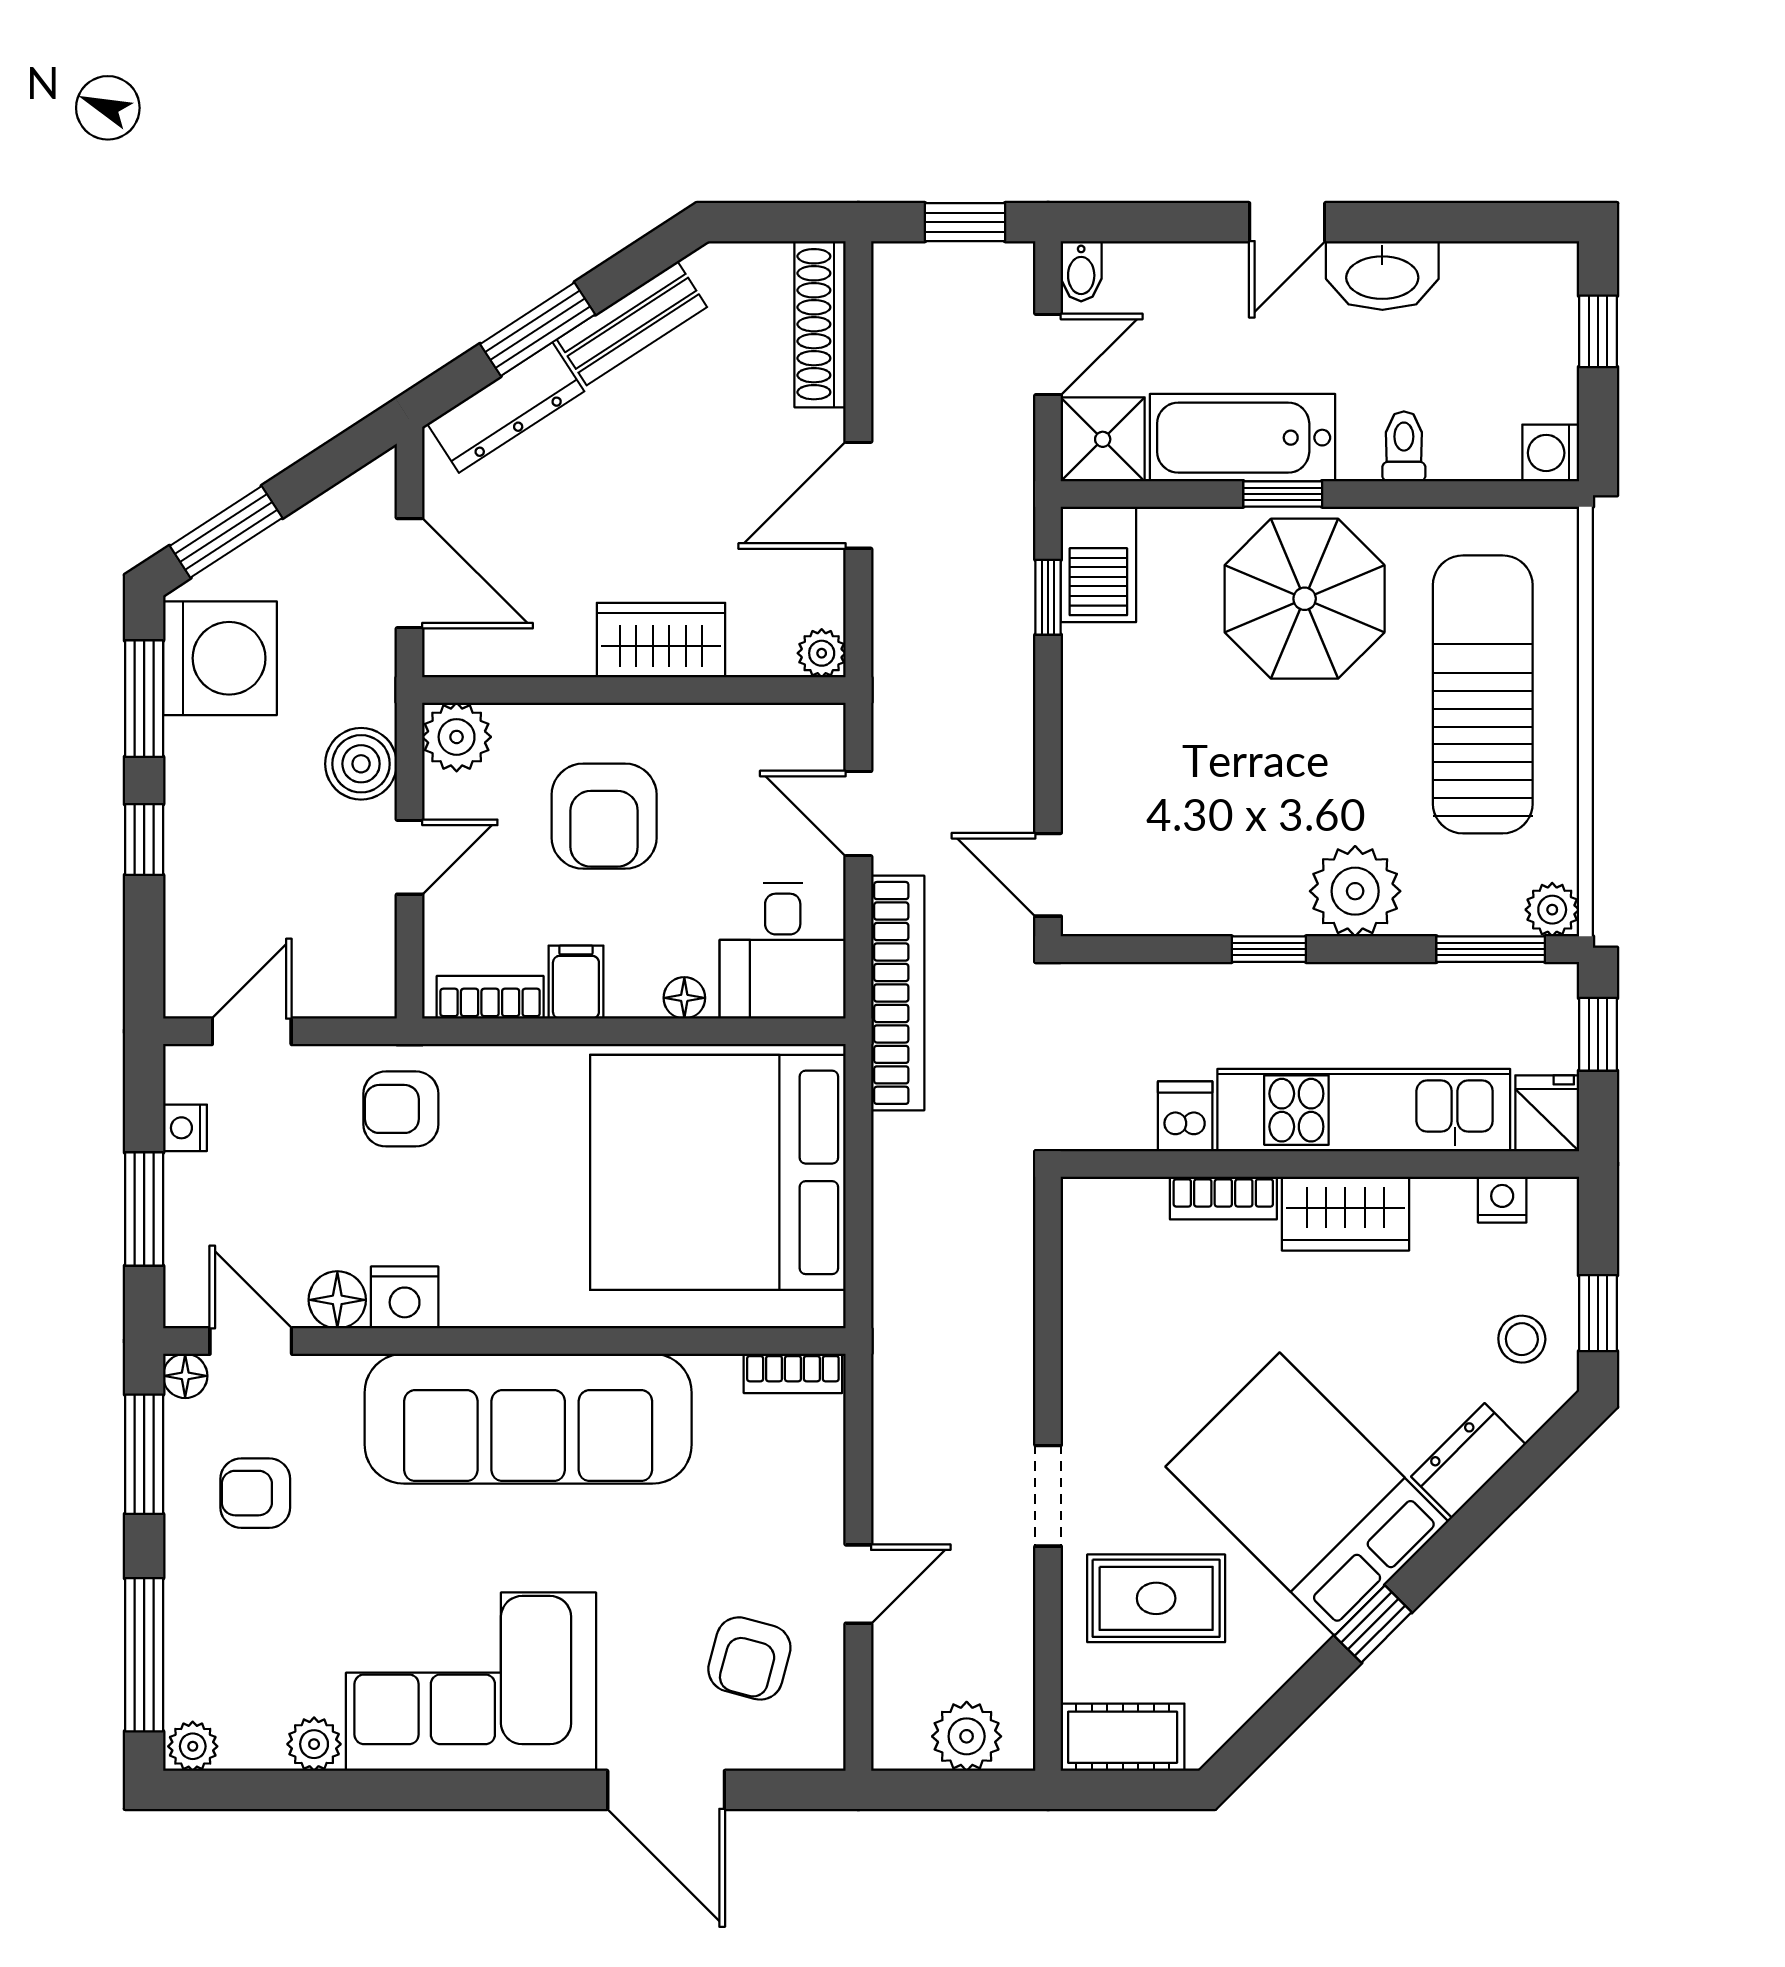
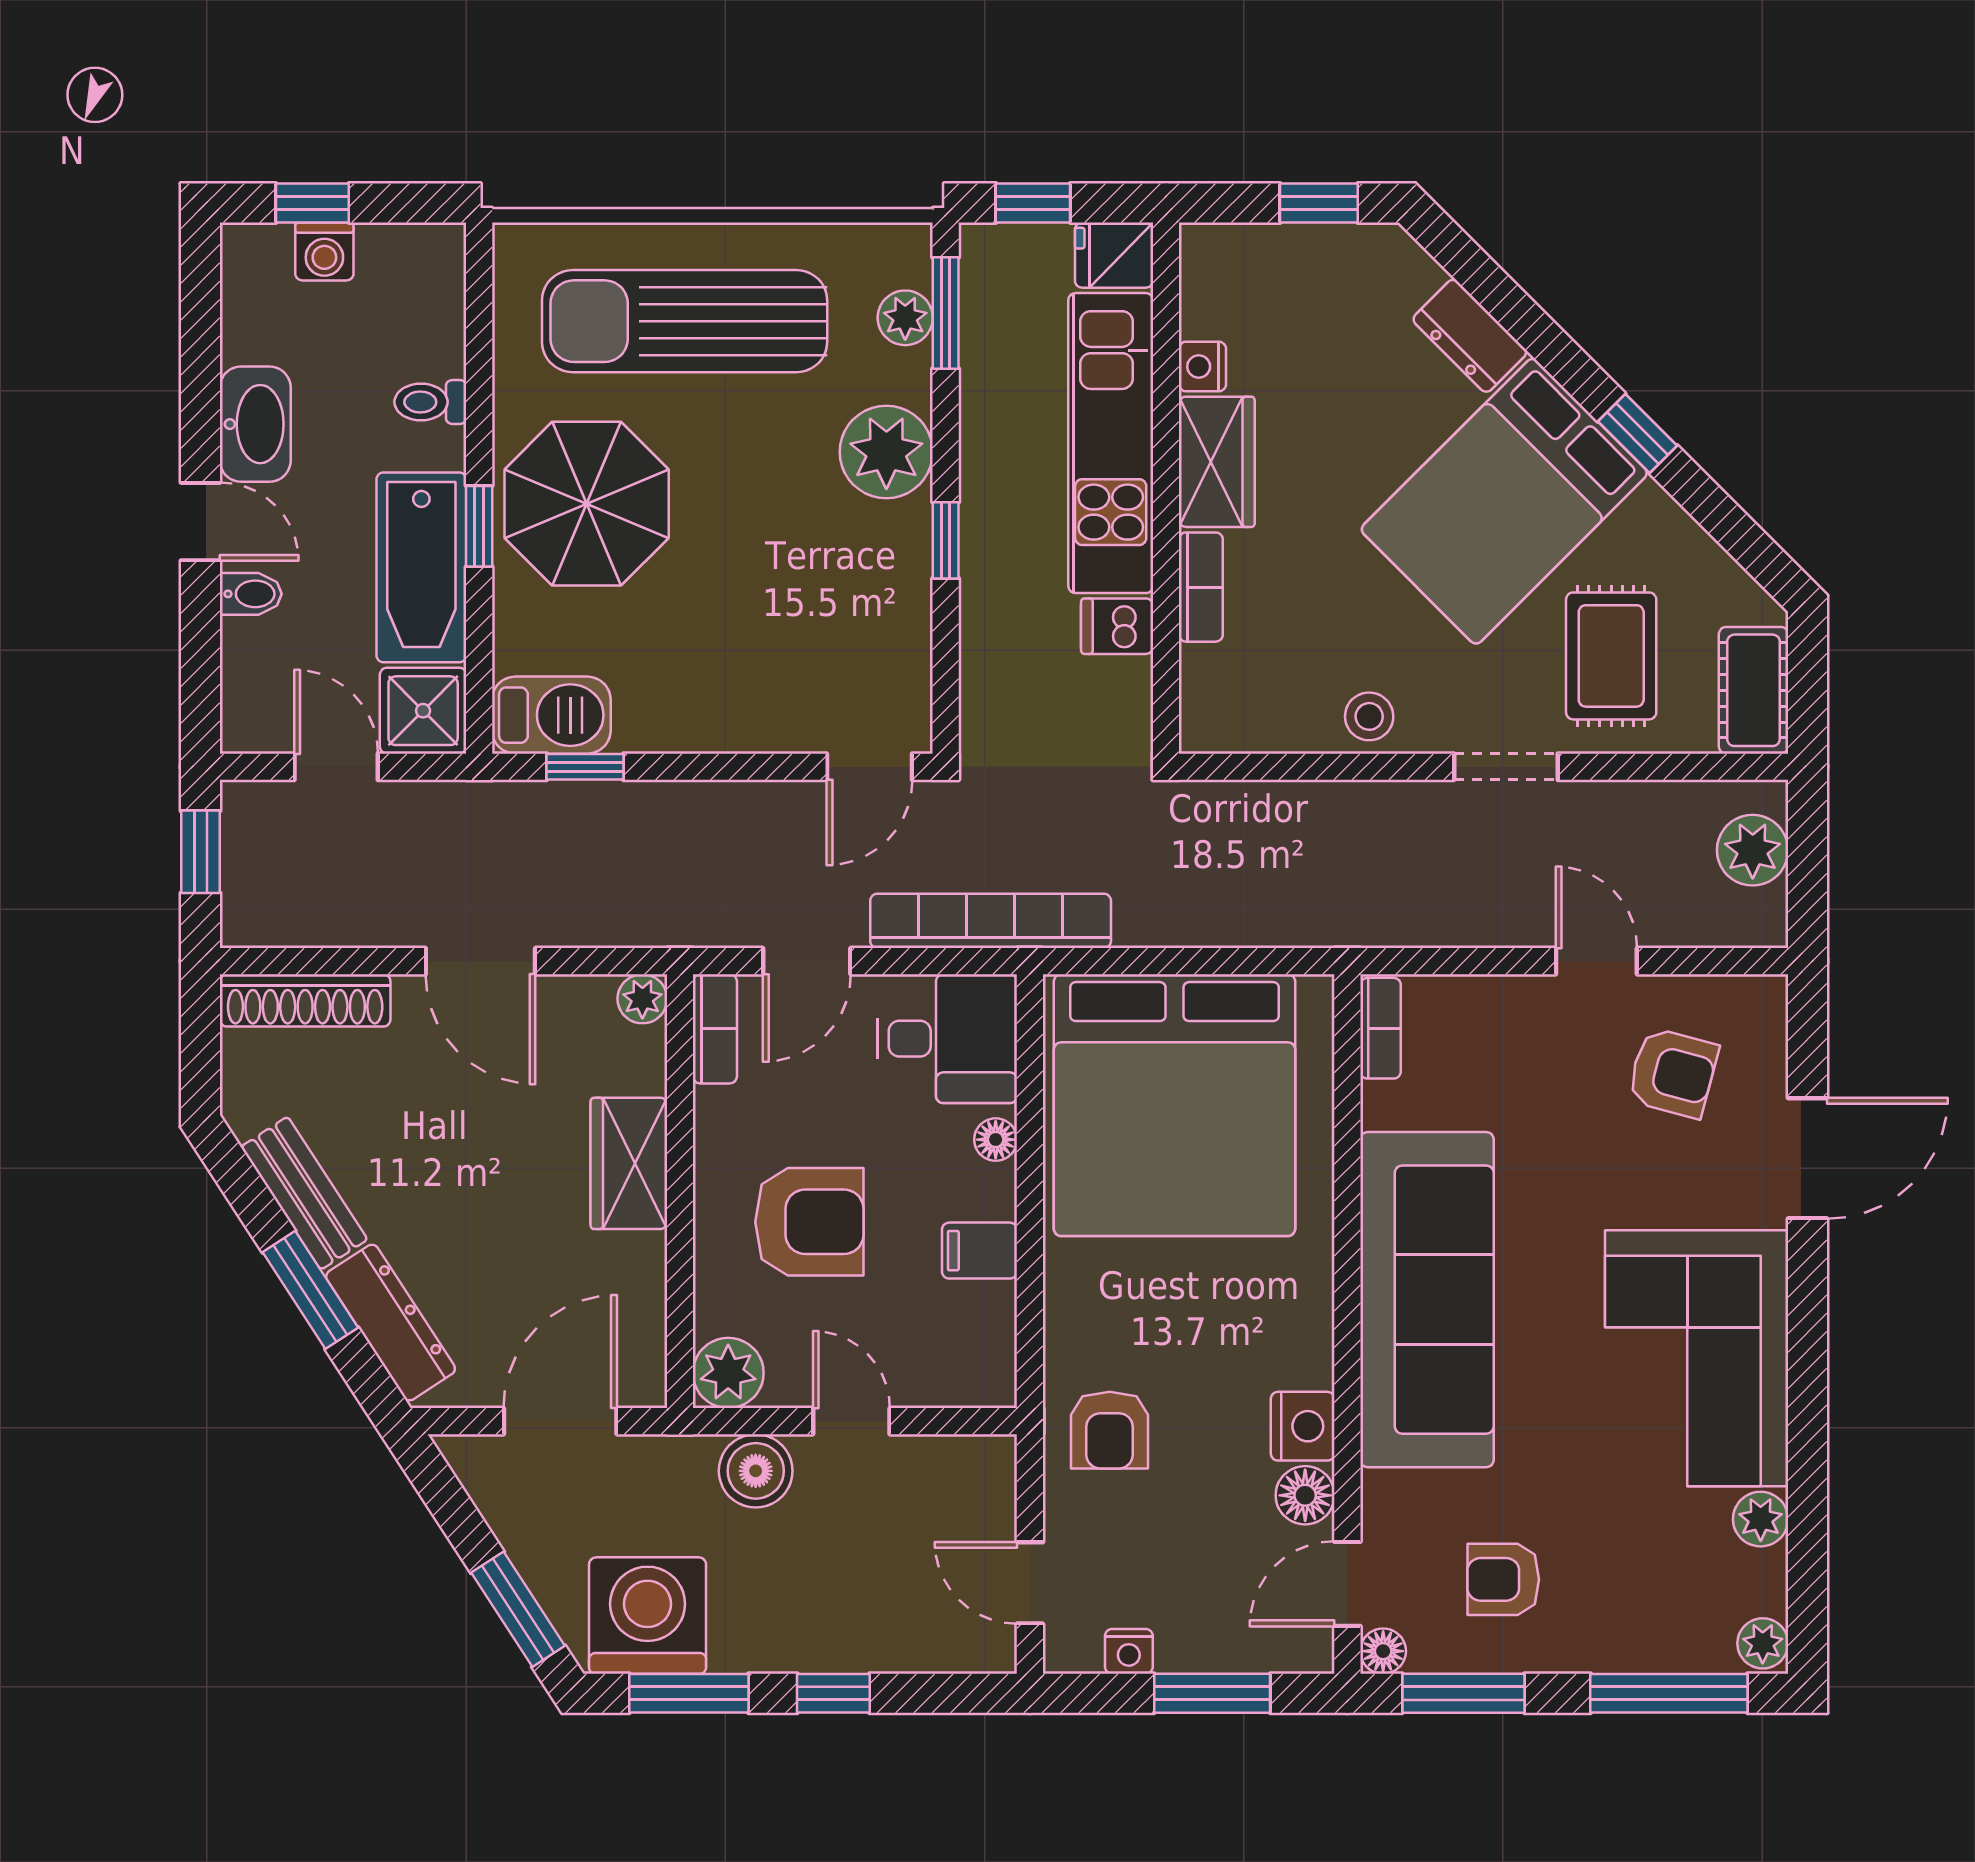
bidet: (1081, 271) -> (251, 594), moved
washing machine: (1551, 453) -> (324, 252), moved
plant: (1552, 910) -> (905, 318), moved
bookcase: (490, 997) -> (715, 1029), moved, turned 180
nightstand: (1502, 1200) -> (1202, 367), moved
stool: (1522, 1339) -> (1369, 716), moved
armchair: (255, 1493) -> (1503, 1579), turned 90

